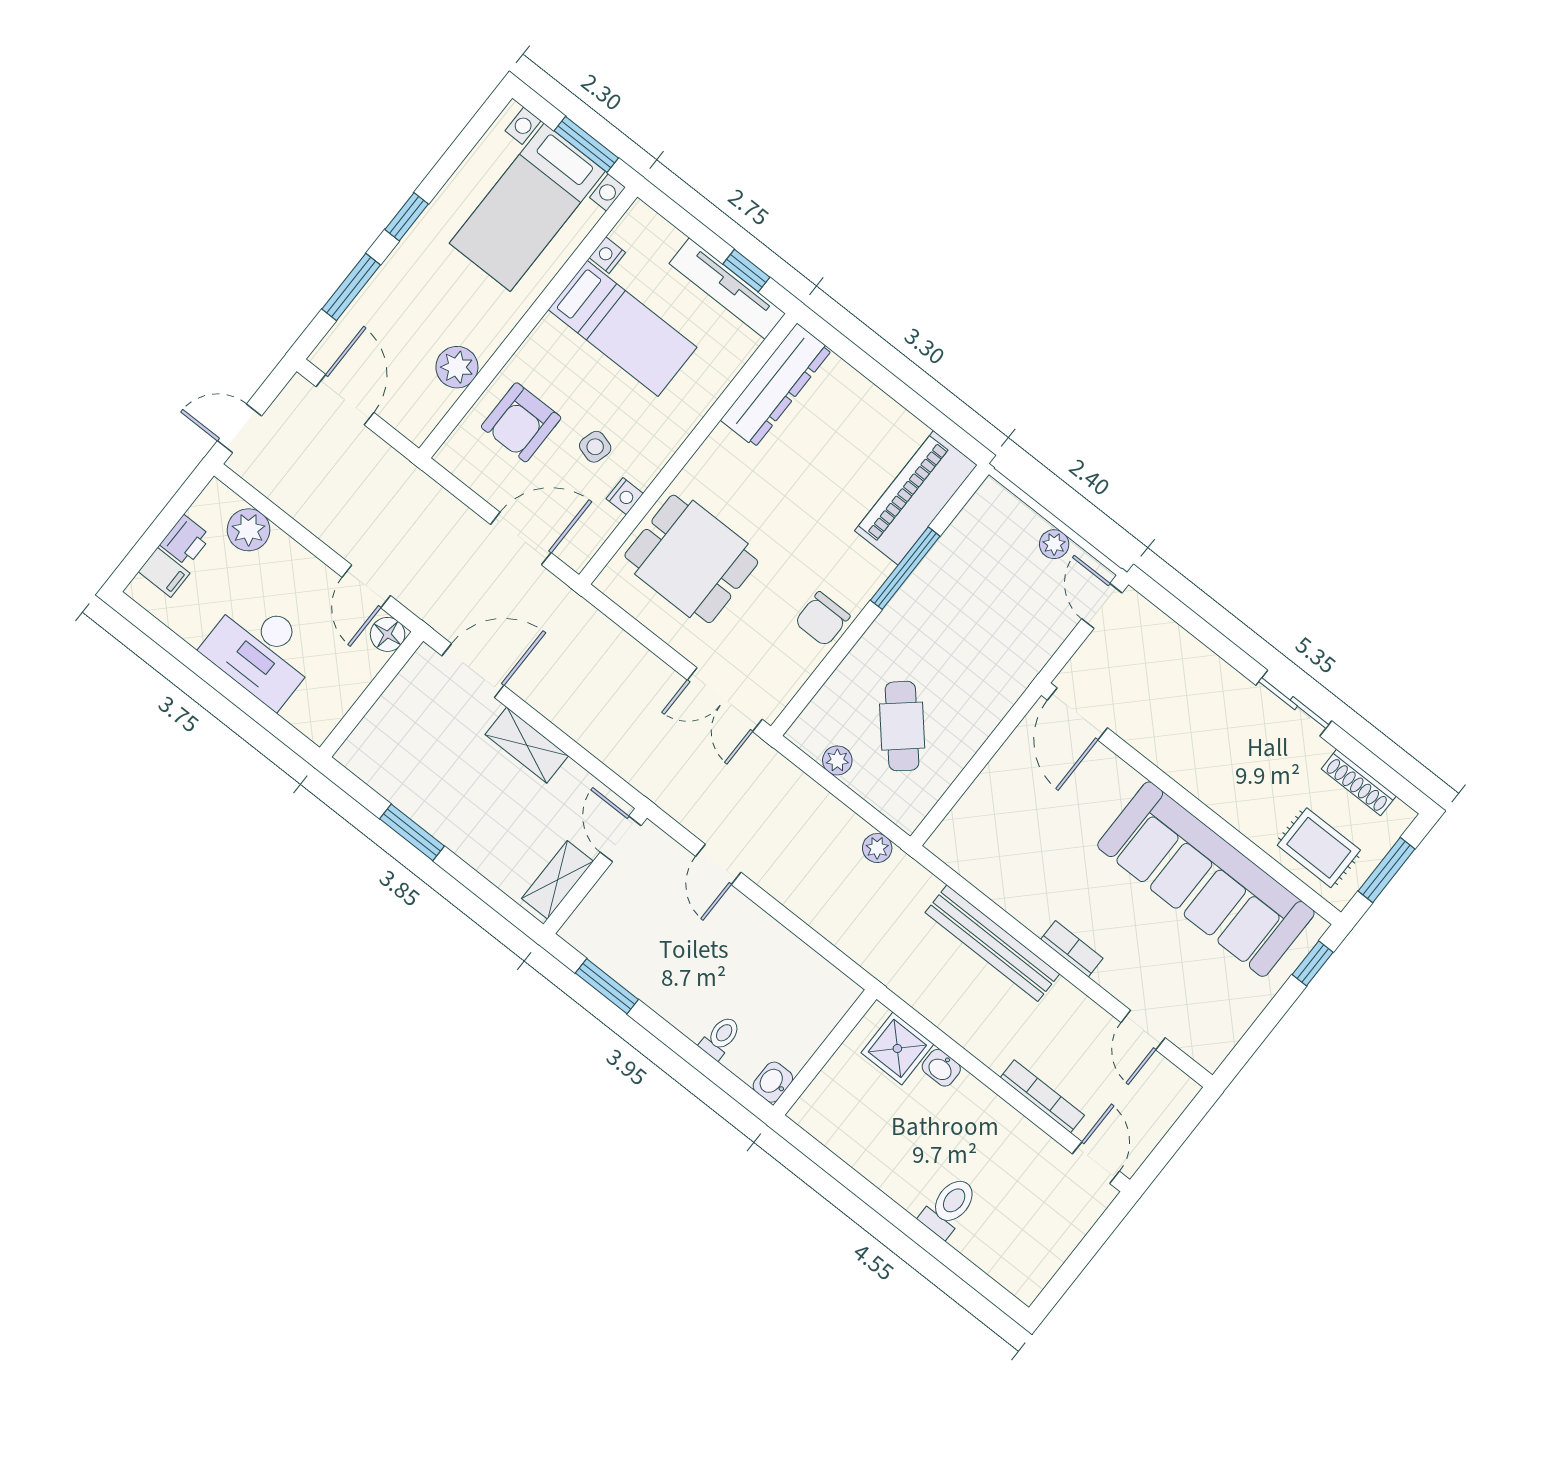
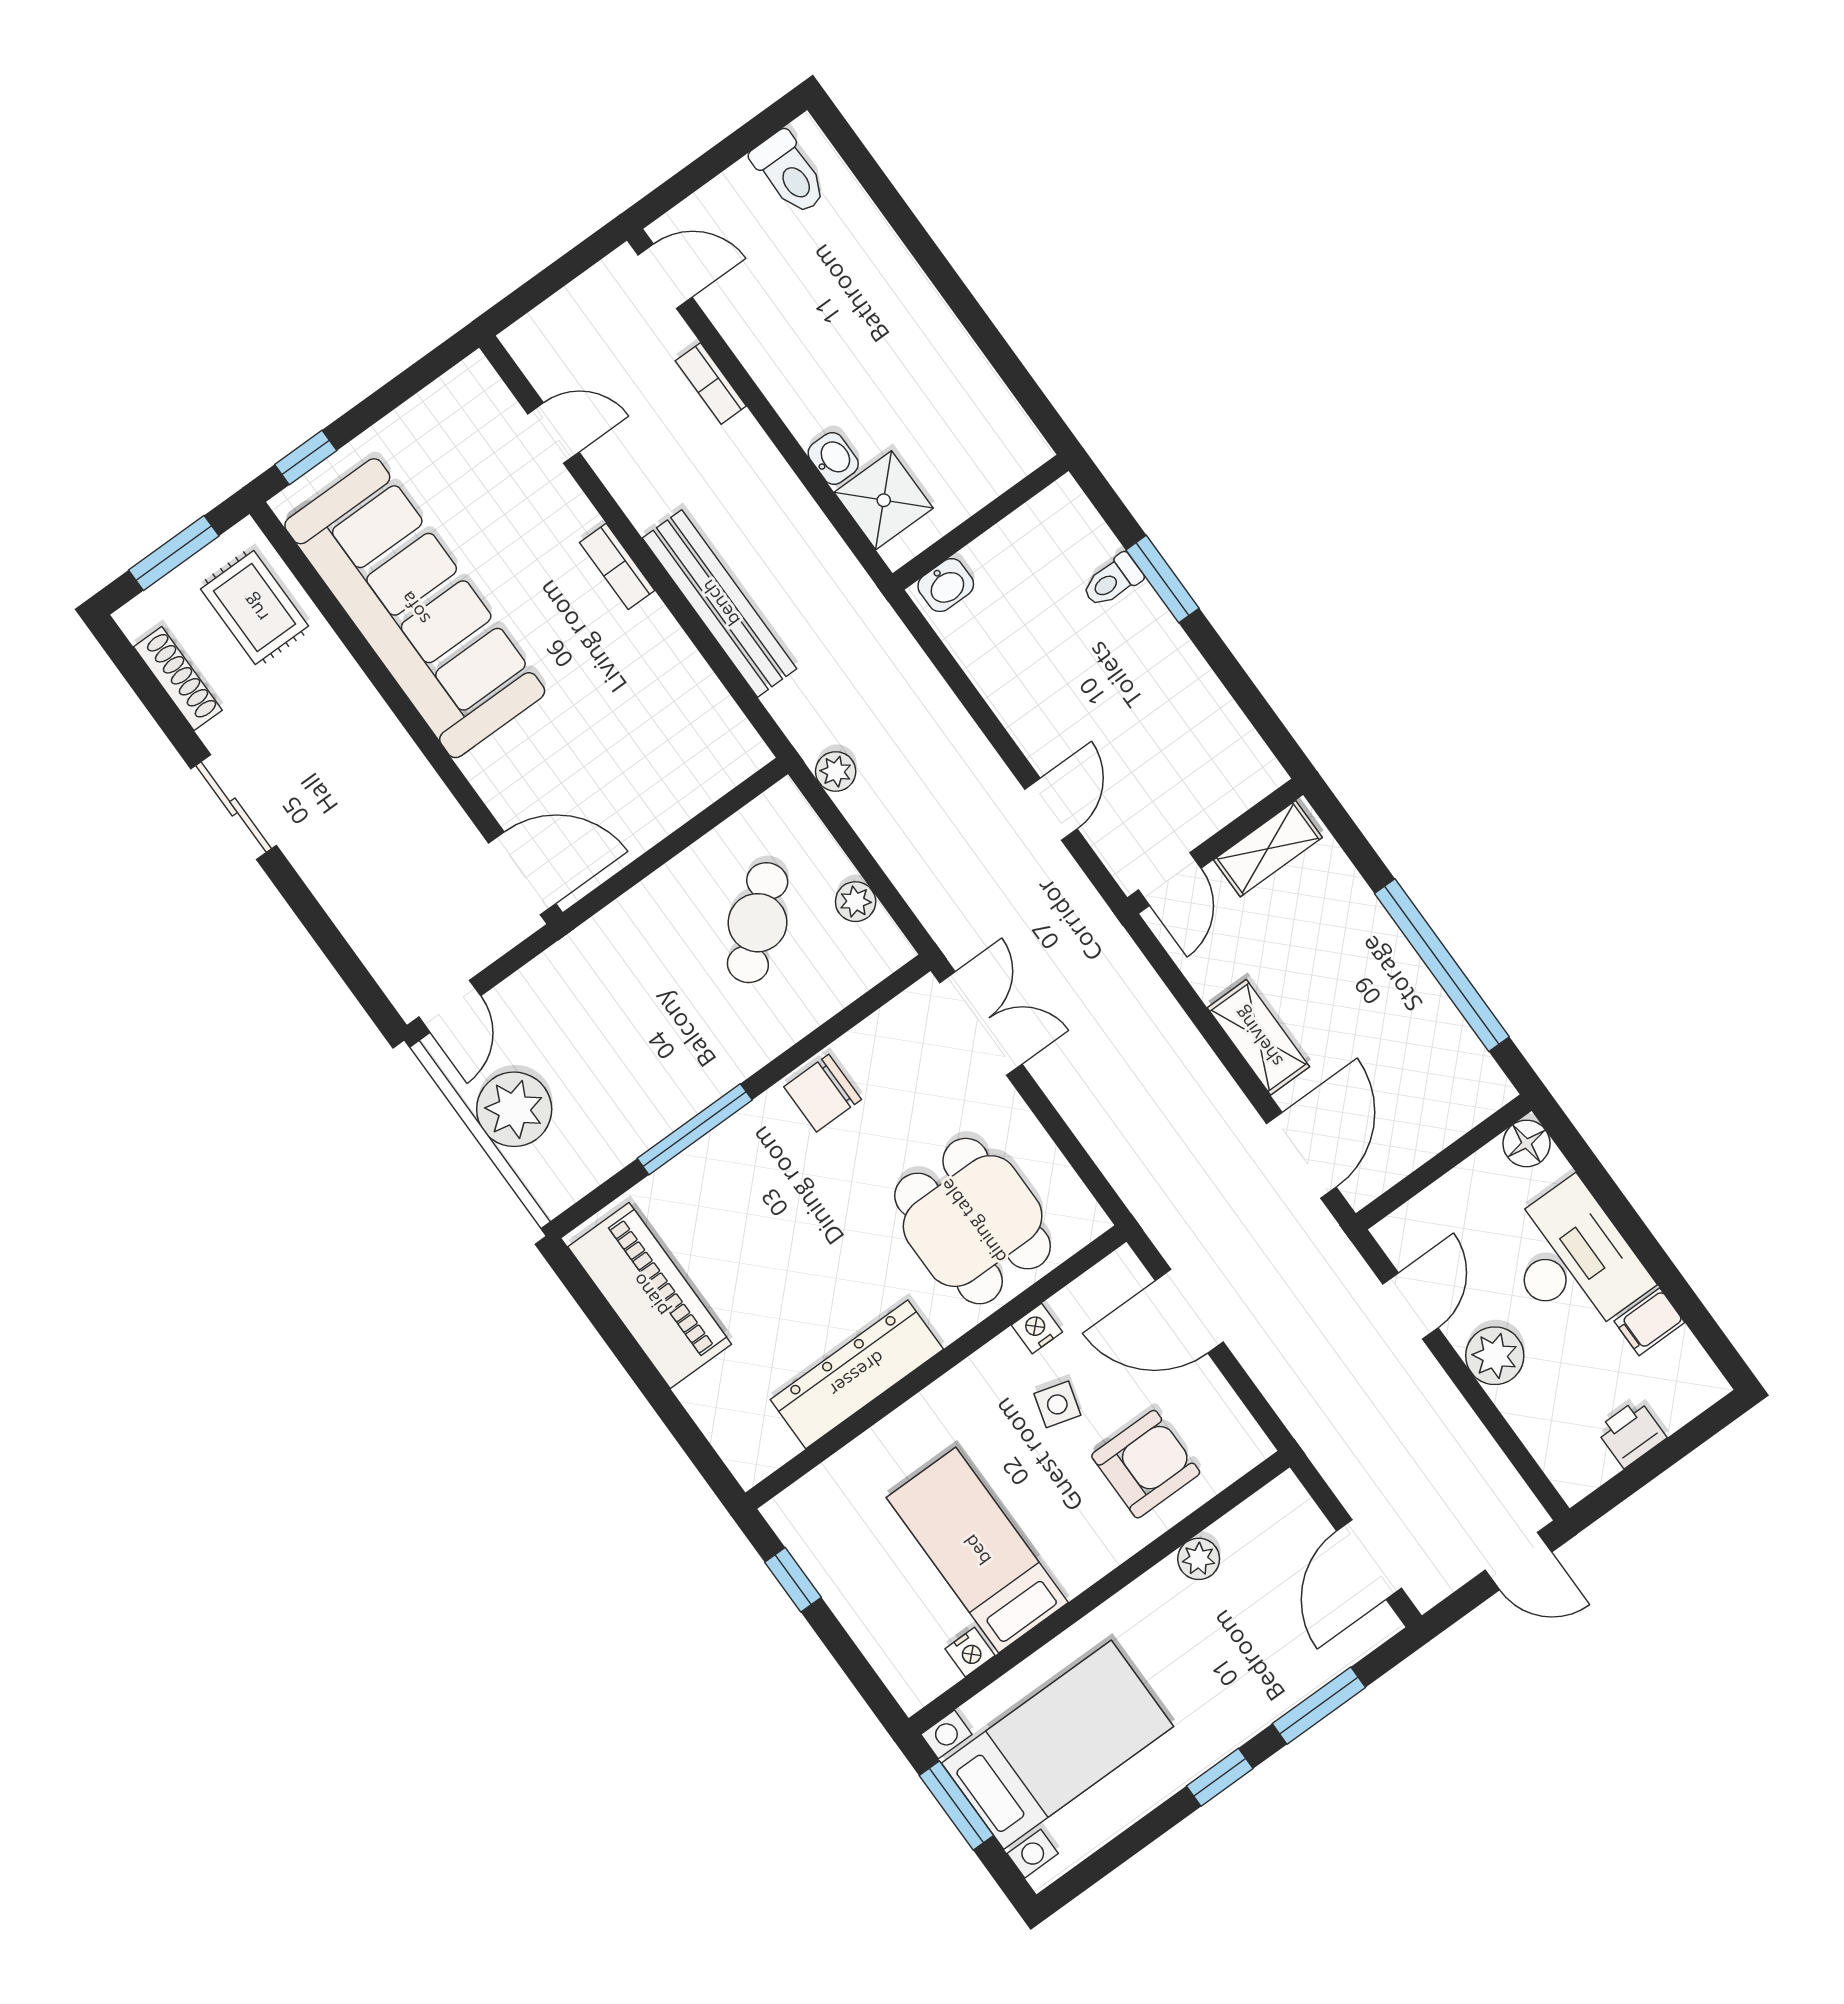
tv unit: (727, 289) -> (825, 1563), removed
plant: (457, 367) -> (1199, 1559), width x0.73, depth x0.73
dresser: (776, 385) -> (857, 1374), moved
piano: (916, 498) -> (650, 1295), moved, turned -90
plant: (249, 530) -> (1495, 1356), moved
plant: (1054, 544) -> (514, 1109), width x1.88, depth x1.88
filing cabinet: (164, 572) -> (1649, 1322), moved, turned -90
chair: (822, 619) -> (823, 1093), turned 180
floor lamp: (388, 634) -> (1526, 1143), moved
door: (473, 671) -> (1301, 1155), swing flipped
door: (1077, 714) -> (522, 873), hinge flipped
window: (412, 832) -> (1442, 965), width x2.11
window: (607, 986) -> (1162, 579), moved
door: (1143, 1030) -> (554, 433), hinge flipped
washbasin: (773, 1082) -> (946, 585), moved
bookcase: (1042, 1096) -> (711, 383), width x0.64
door: (1096, 1163) -> (665, 276), swing flipped
toilet: (949, 1207) -> (789, 173), moved, turned -90

